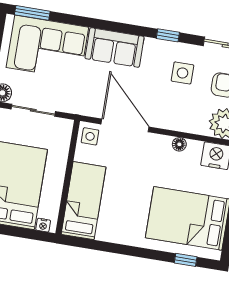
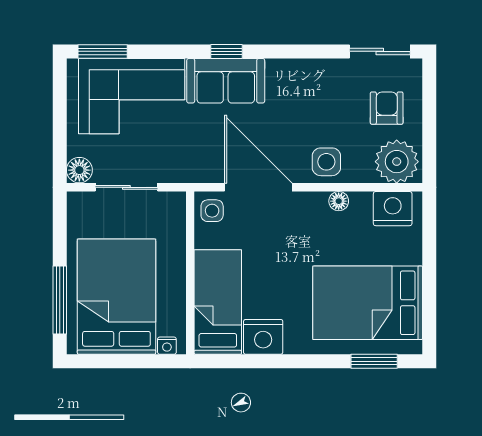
window: (168, 35) -> (227, 51), moved
side table: (182, 73) -> (326, 162), moved
nightstand: (111, 230) -> (263, 337), added
window: (186, 260) -> (374, 361), width x1.50

